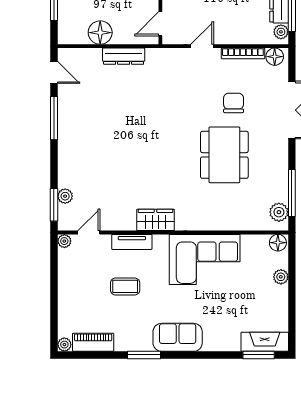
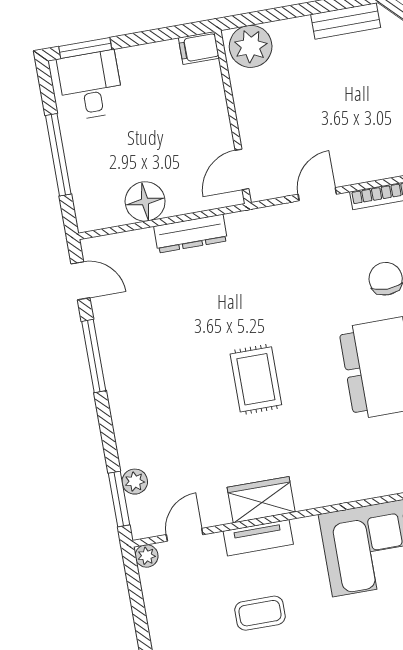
rug: (147, 149) -> (256, 379), added
wardrobe: (156, 220) -> (261, 500), moved

